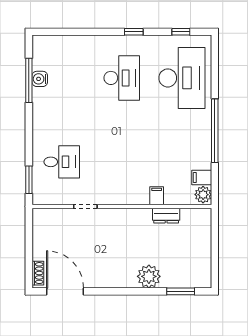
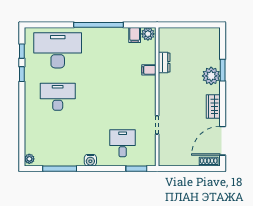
window: (134, 32) -> (22, 74), moved
plant: (42, 41) -> (29, 159), added
water cooler: (40, 79) -> (90, 160), moved
wardrobe: (109, 279) -> (213, 107), added
window: (181, 291) -> (223, 70), moved

